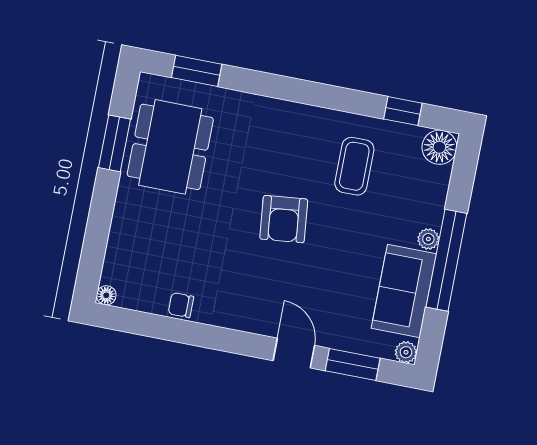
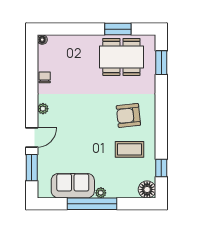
armchair: (284, 219) -> (128, 115), moved
plant: (406, 352) -> (43, 109), moved

